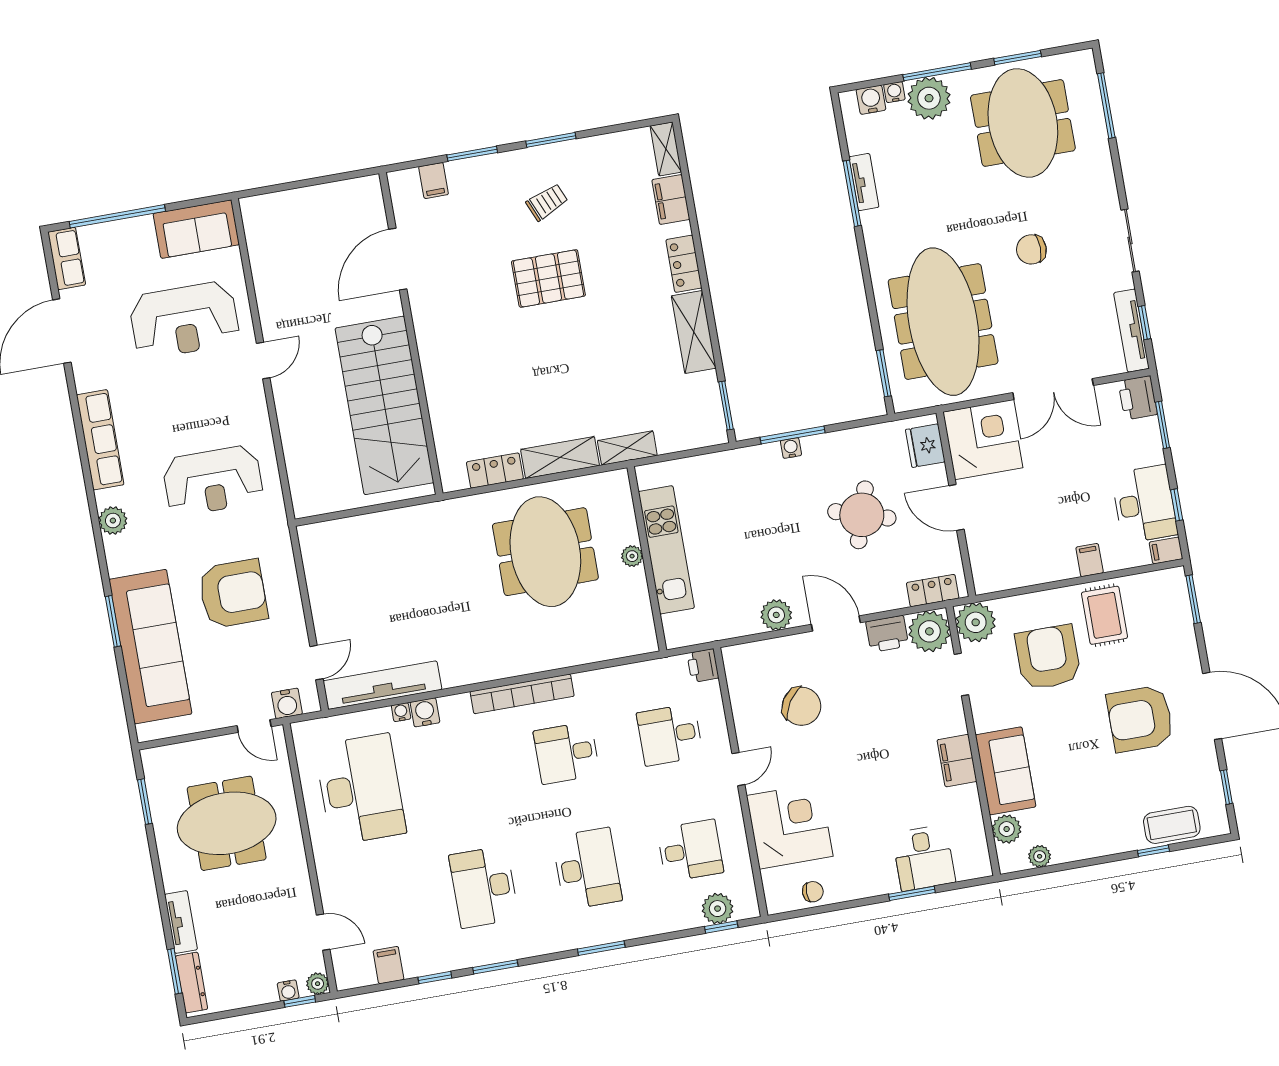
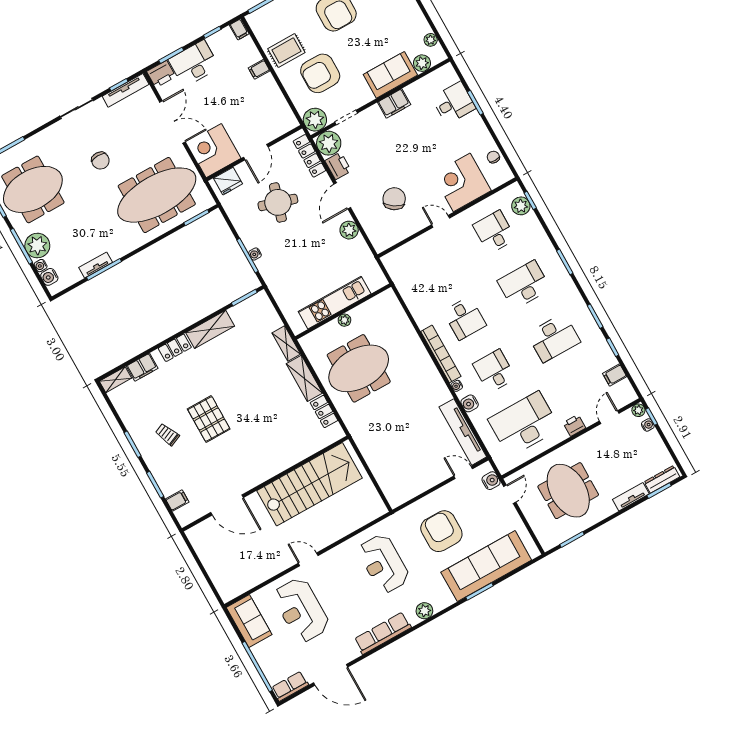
reception desk: (184, 320) -> (301, 610), turned 180
reception desk: (213, 481) -> (384, 564), turned 180
desk: (1144, 504) -> (194, 64), moved
locker: (933, 591) -> (309, 156), width x1.53
printer: (703, 666) -> (574, 425), moved, turned 180
water cooler: (401, 712) -> (457, 386), moved
desk: (670, 735) -> (494, 371), moved, turned 180

